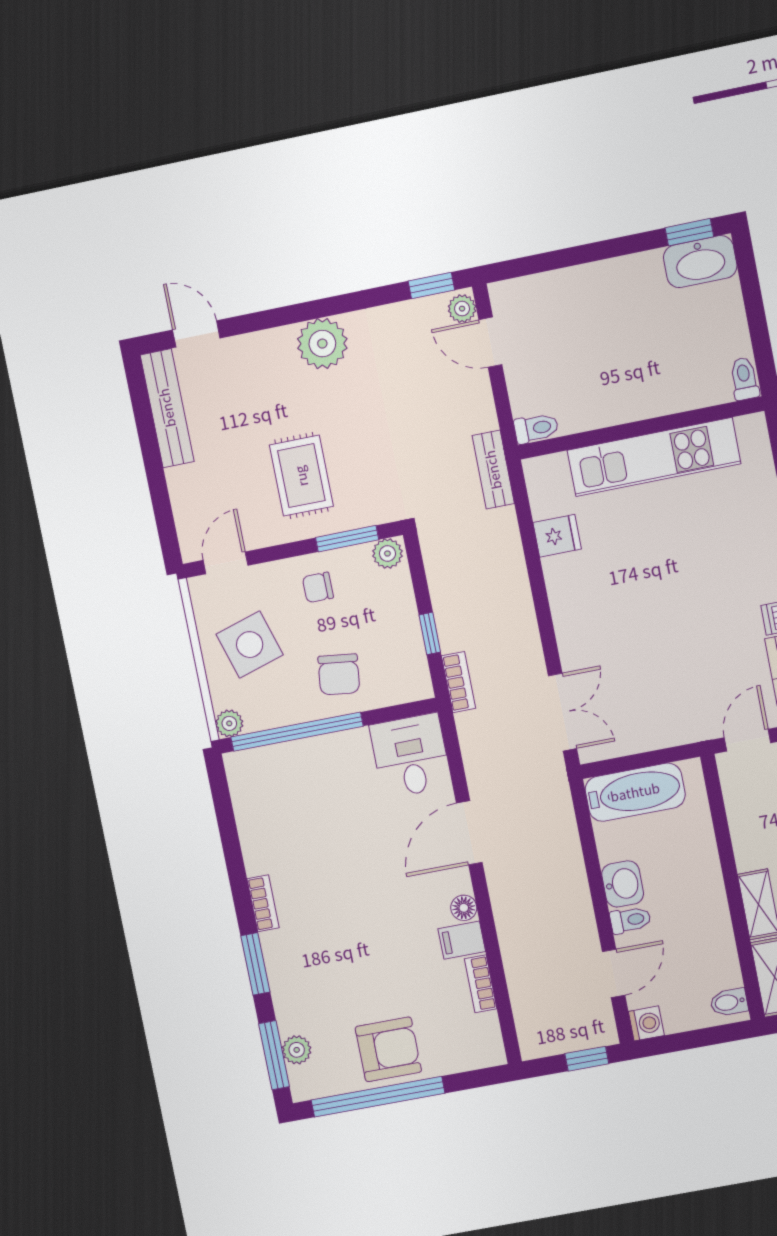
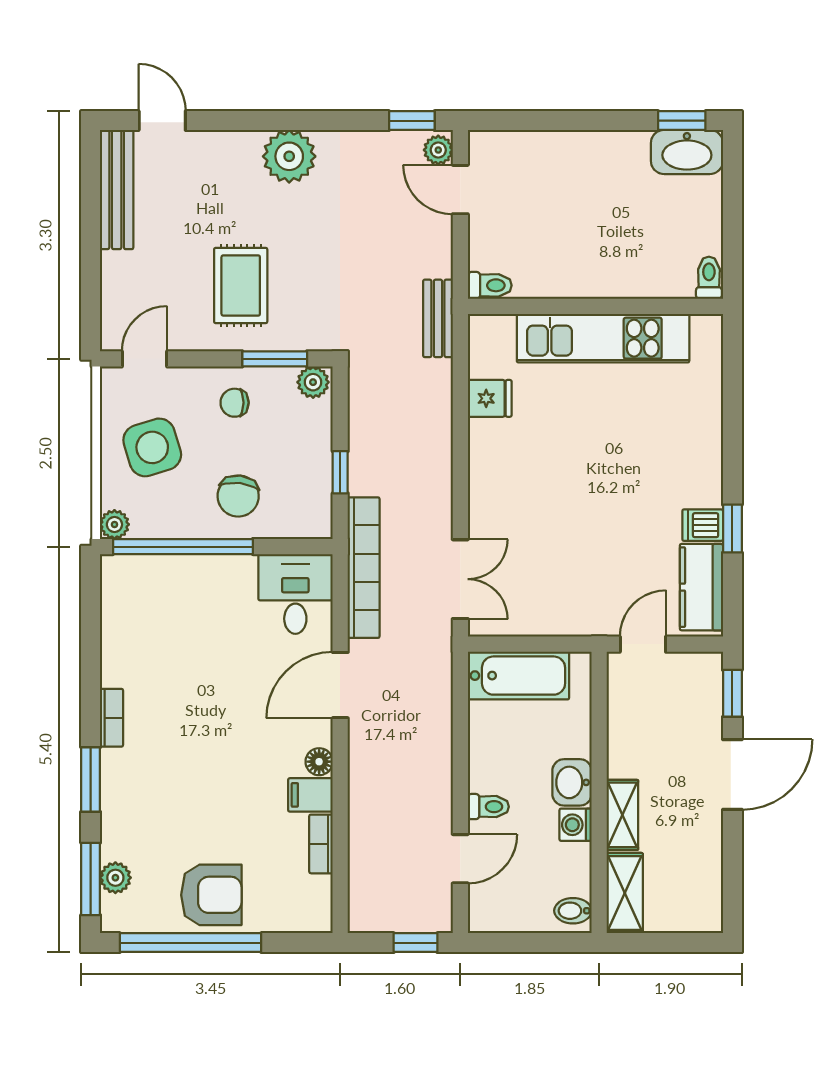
bookcase: (459, 682) -> (364, 568), width x2.31, depth x1.31
washbasin: (623, 884) -> (572, 782), moved, turned 180
washing machine: (646, 1023) -> (576, 825), moved, turned 180

